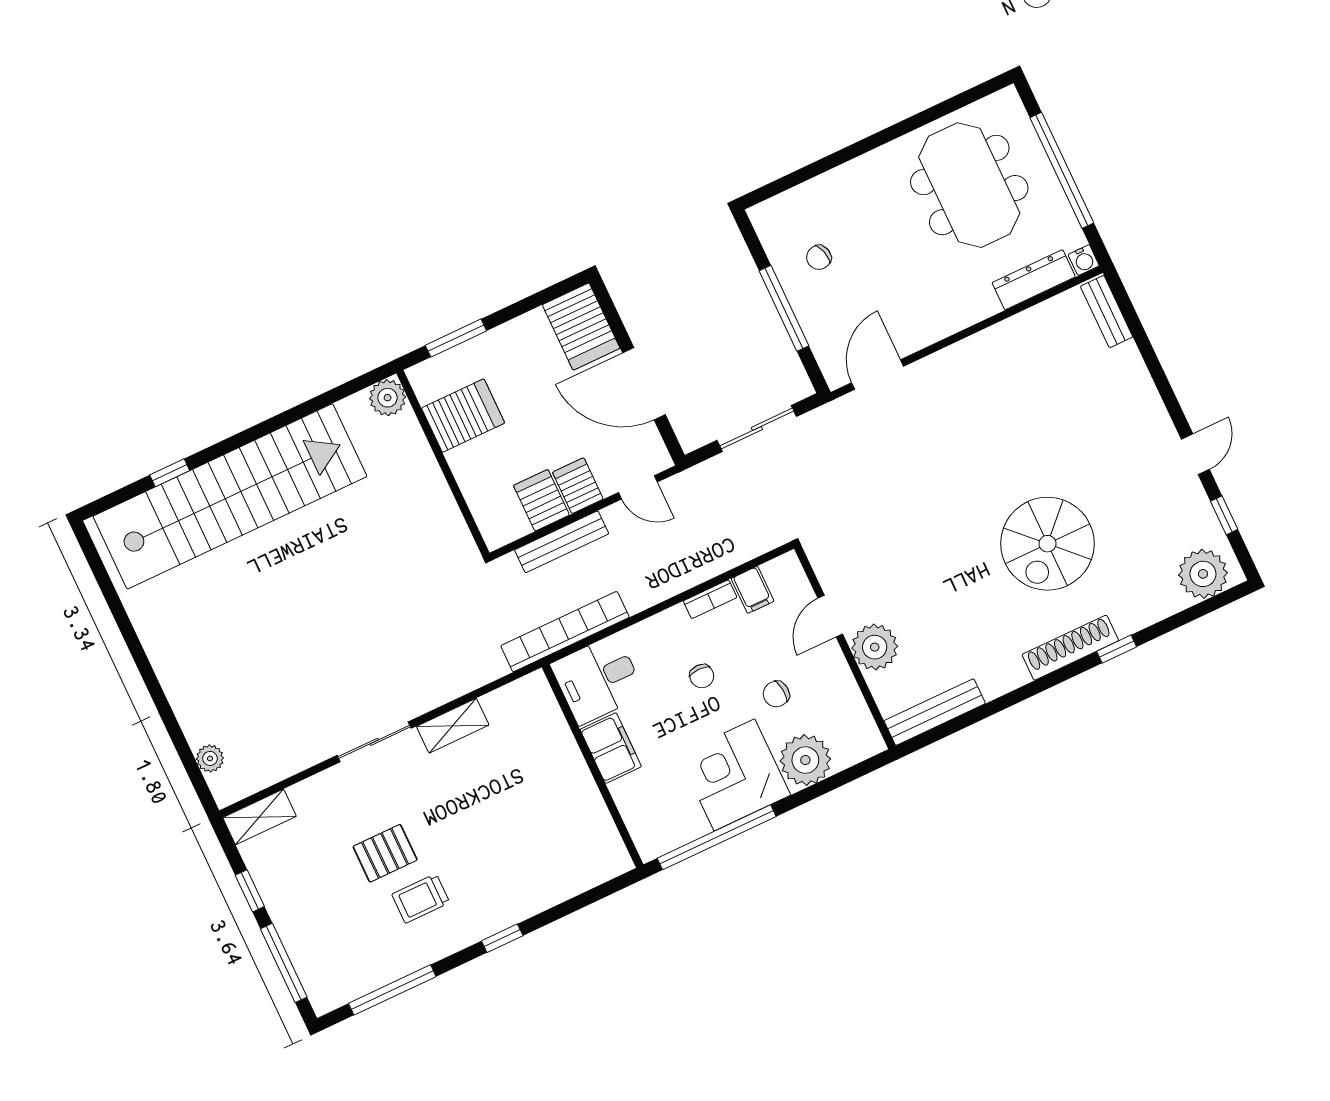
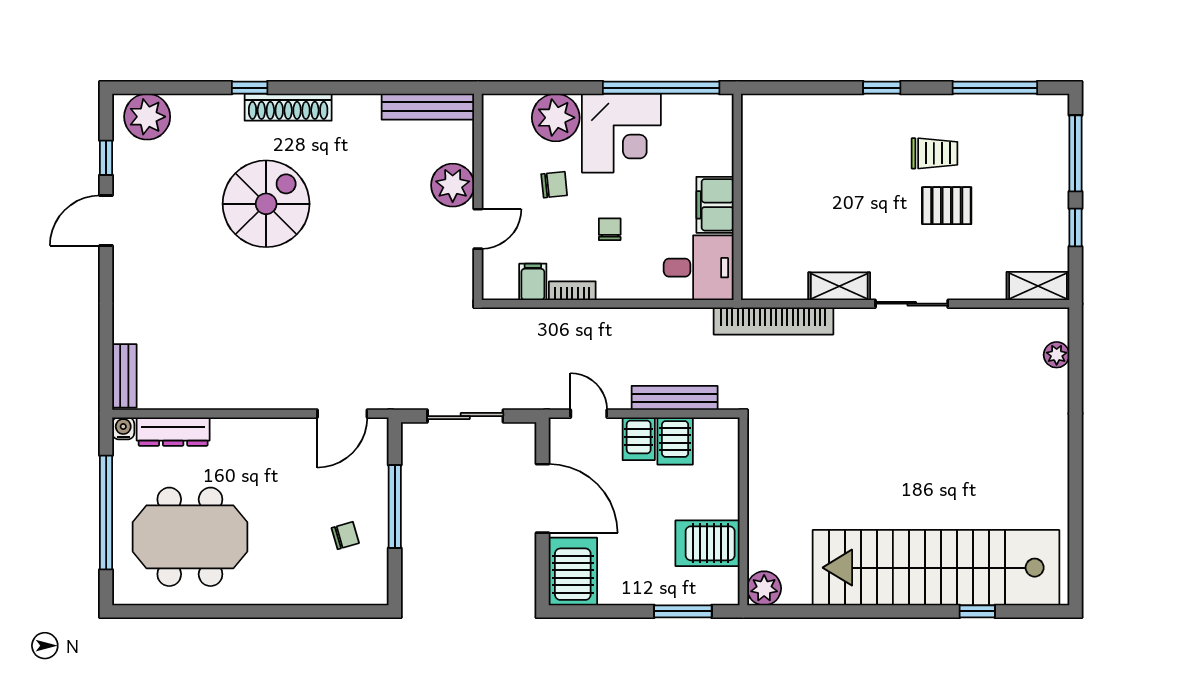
meeting table: (969, 185) -> (190, 537), turned 90
door: (1195, 454) -> (106, 221), width x1.38
bookcase: (565, 632) -> (773, 321), moved

